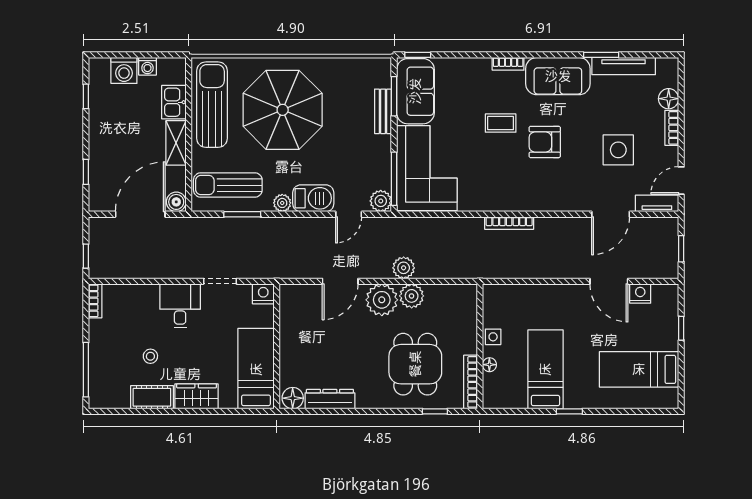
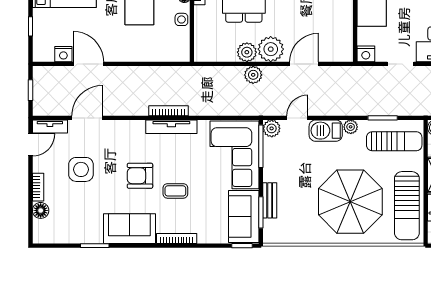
bookcase: (508, 64) -> (177, 238), width x1.56
tv unit: (624, 66) -> (171, 127), moved, turned 180
armchair: (545, 142) -> (140, 176), turned 180

